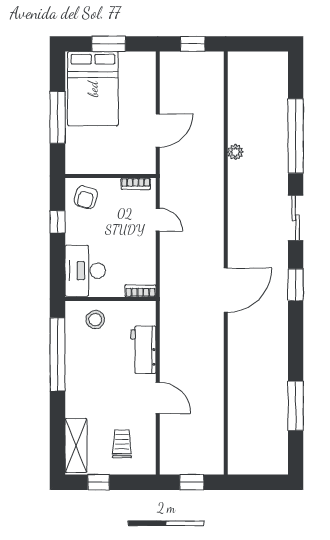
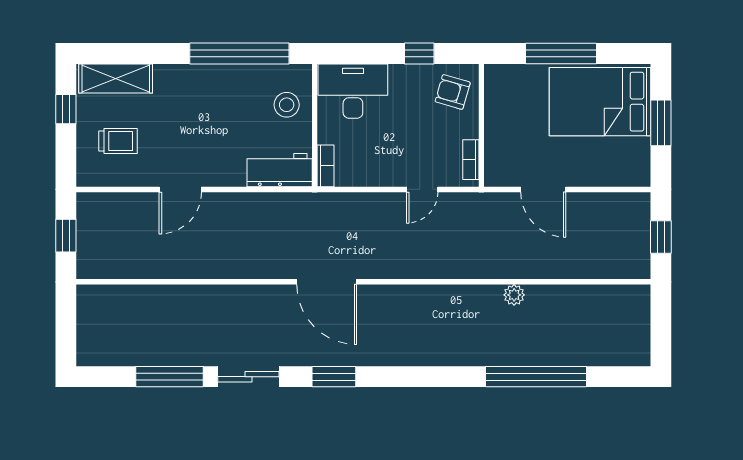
sliding door: (296, 218) -> (248, 377), moved
workbench: (143, 350) -> (280, 170), moved

